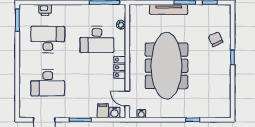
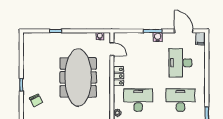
desk: (48, 40) -> (180, 100), turned 180
desk: (48, 83) -> (180, 63), turned -90
filing cabinet: (103, 111) -> (201, 39), moved
water cooler: (115, 113) -> (158, 37), moved

